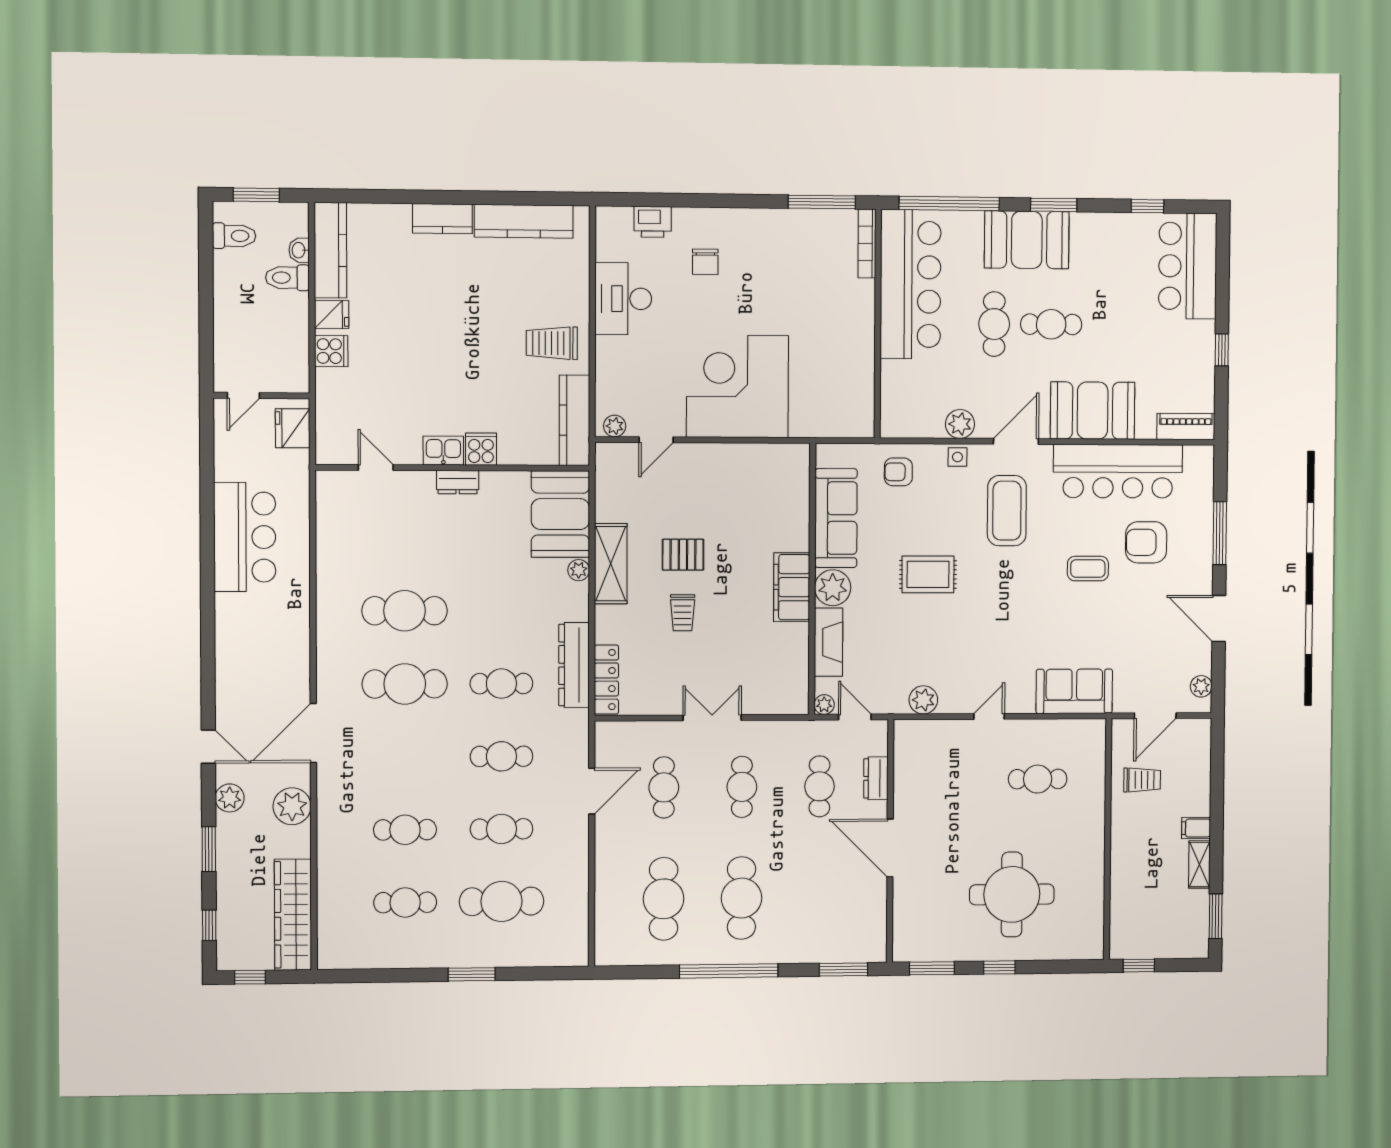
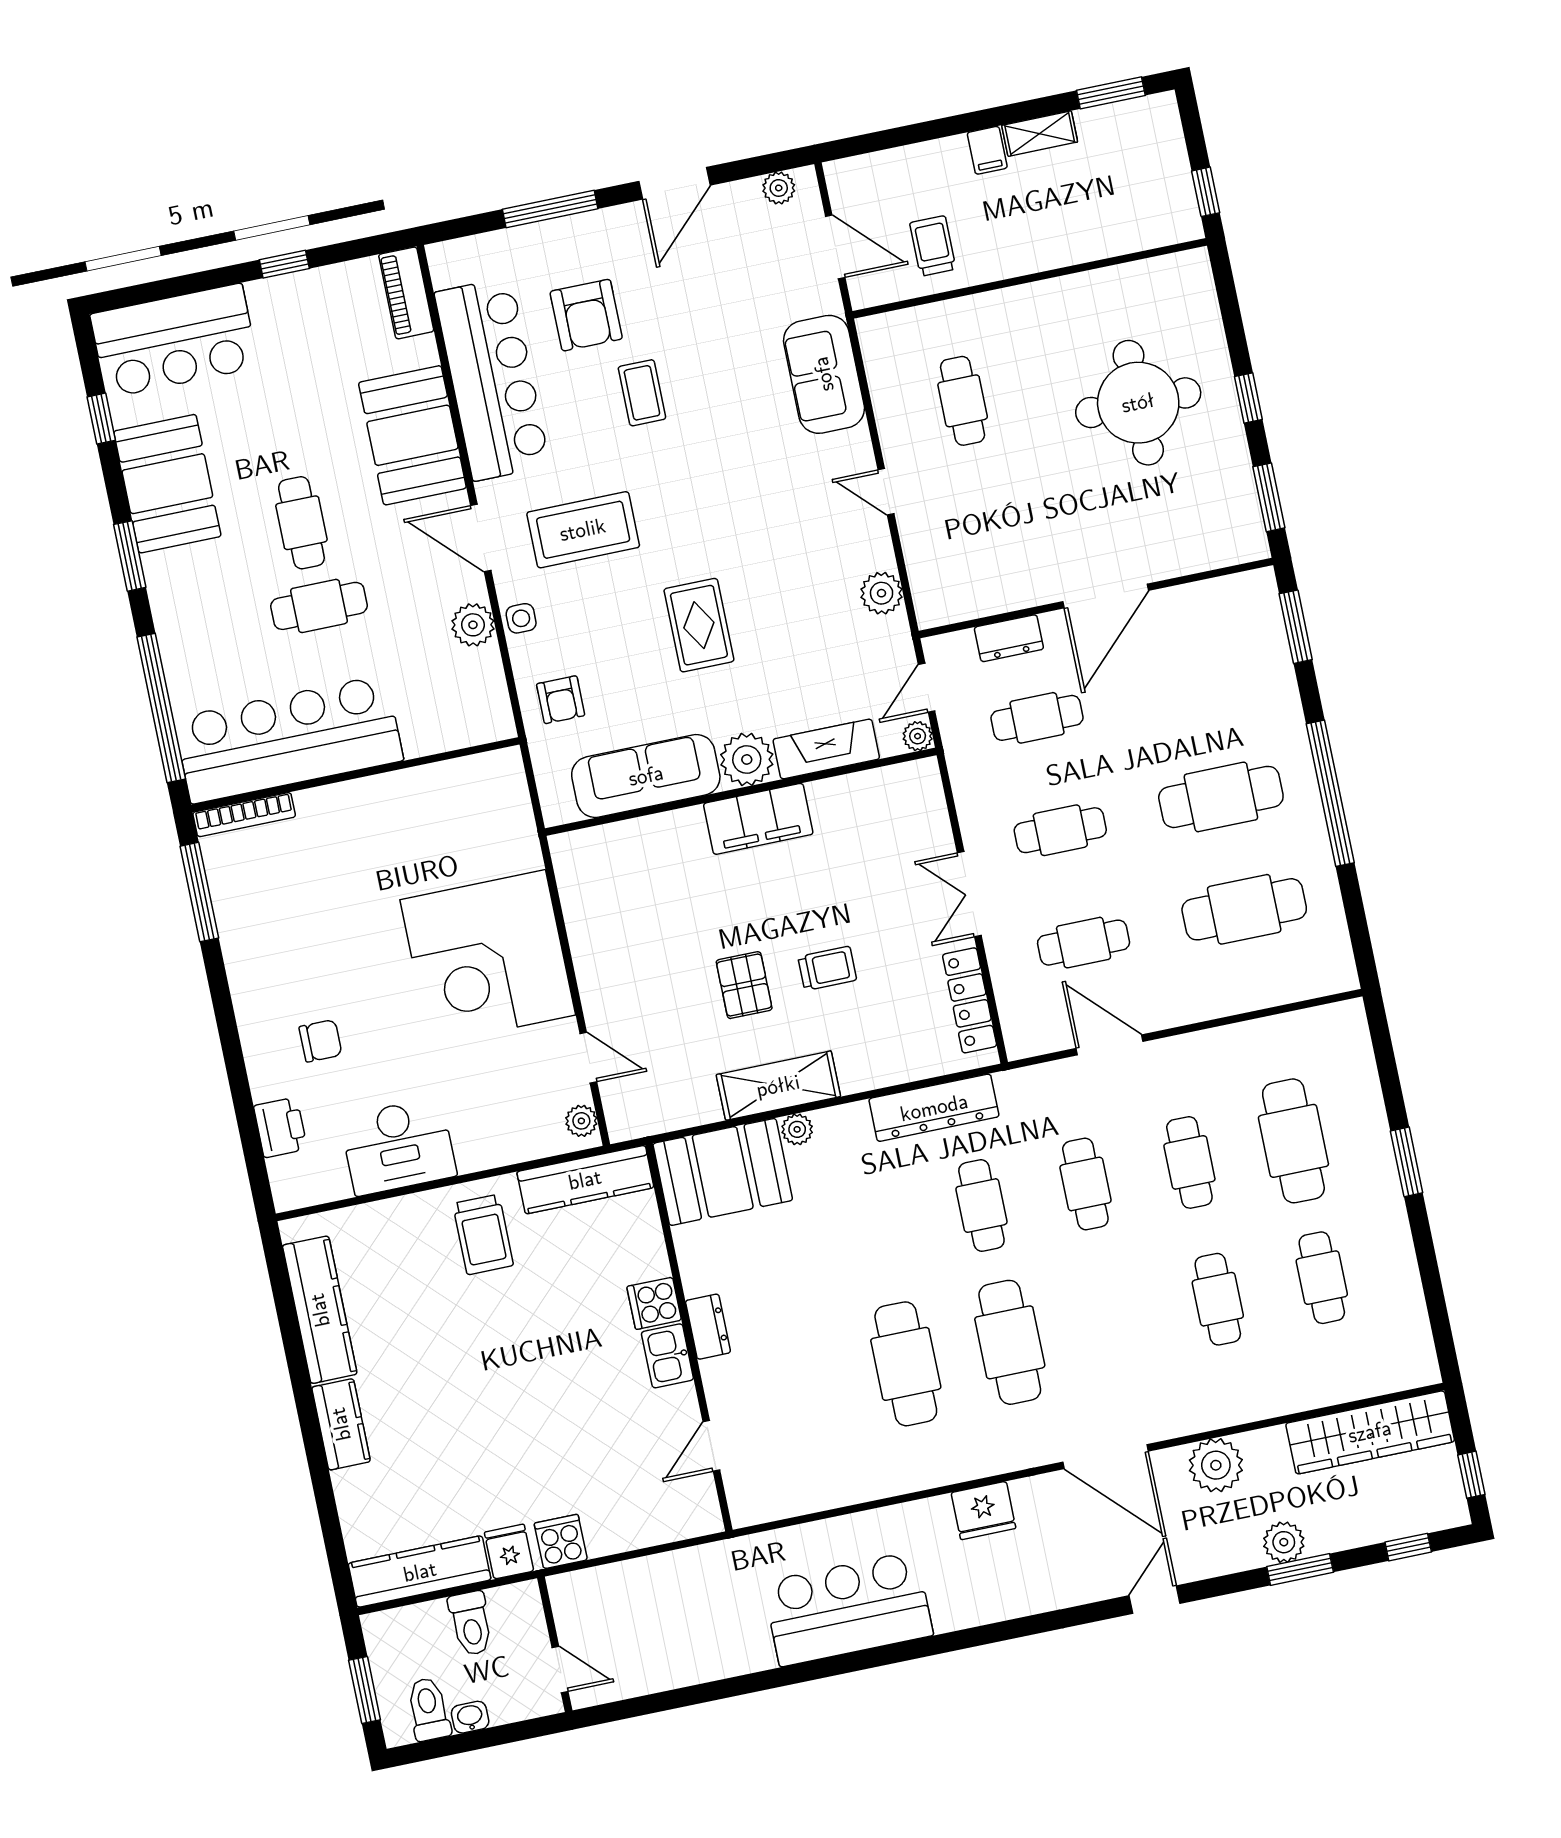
booth: (1027, 240) -> (167, 484), moved
washbasin: (299, 250) -> (470, 1717), moved, turned 180
door: (243, 395) -> (560, 1669), moved
wall: (261, 396) -> (555, 1644), moved
fridge: (293, 428) -> (983, 1511), moved
locker: (606, 680) -> (970, 1000), moved, turned -90
plant: (230, 798) -> (1284, 1542), moved

